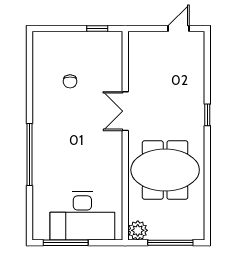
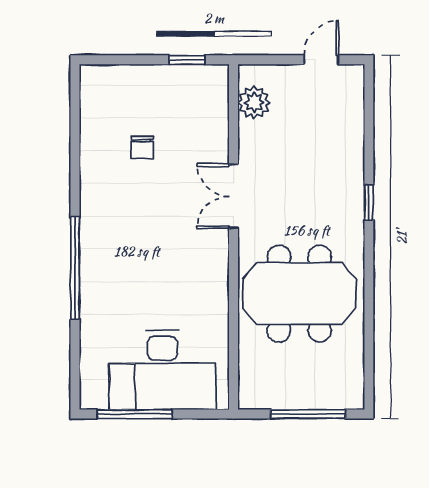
plant: (138, 230) -> (254, 102), moved

